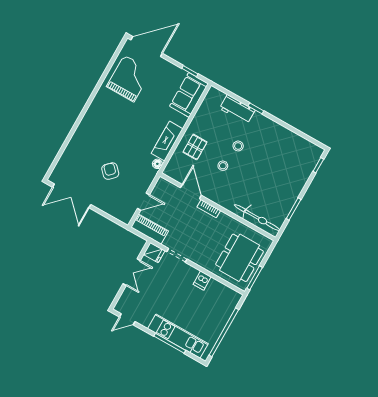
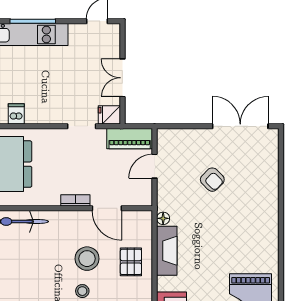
stool: (223, 166) -> (87, 259), width x1.89, depth x1.89
dishwasher: (202, 281) -> (16, 114), moved

